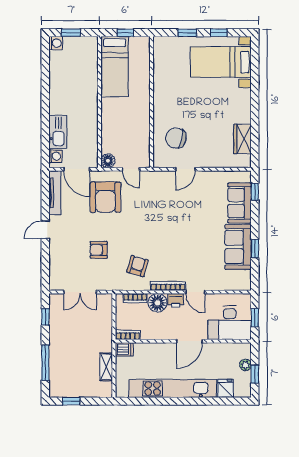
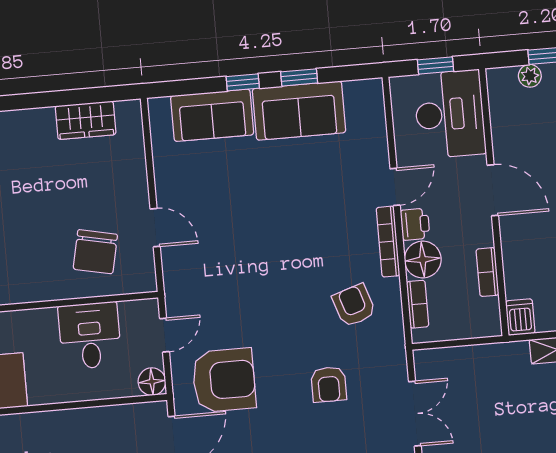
desk: (134, 132) -> (90, 336), added
window: (255, 192) -> (243, 82), moved
armchair: (137, 266) -> (354, 305), turned 56
bookcase: (128, 335) -> (487, 272), moved

